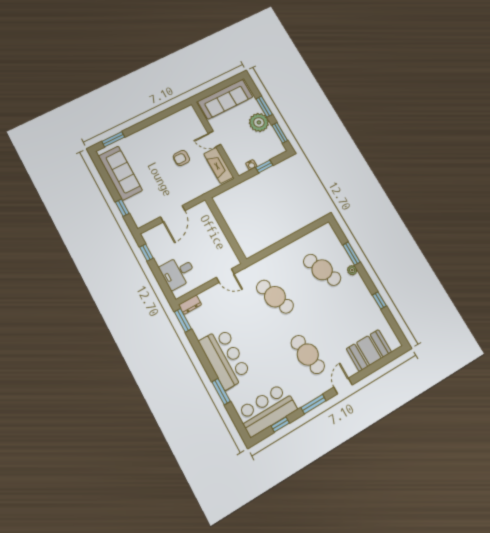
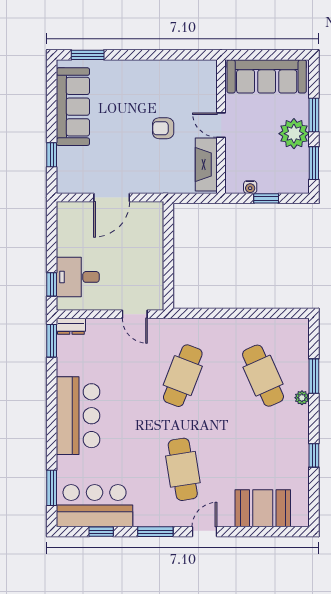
window: (146, 253) -> (52, 284), moved
cafe table: (275, 297) -> (183, 376), turned 42
window: (221, 392) -> (52, 488), moved

